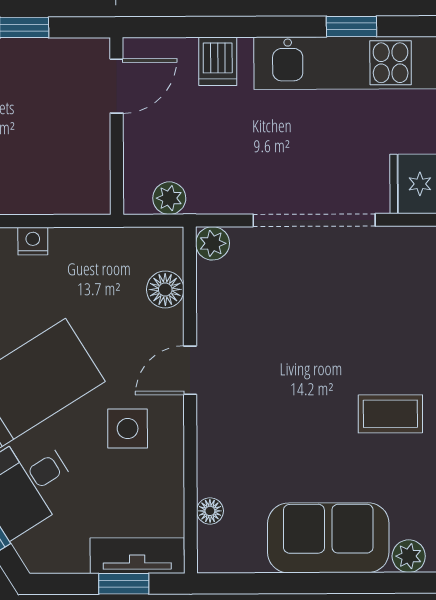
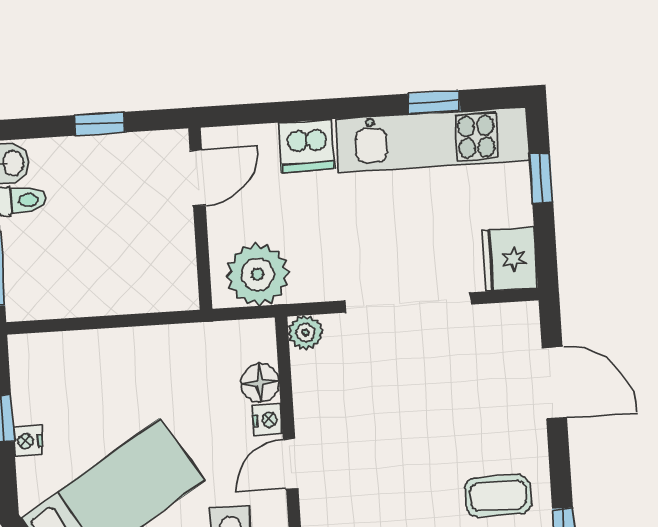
dishwasher: (218, 61) -> (307, 146), width x1.38
plant: (169, 198) -> (258, 274), width x1.88, depth x1.88
nightstand: (33, 241) -> (267, 420), moved, turned 90

